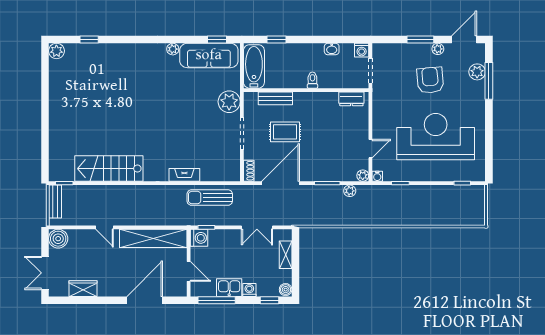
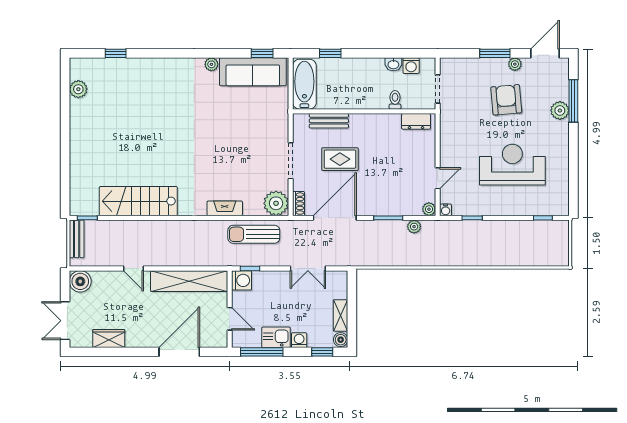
washing machine: (362, 50) -> (411, 66), moved
plant: (56, 51) -> (78, 89), moved
plant: (477, 72) -> (560, 111), moved
toilet: (312, 80) -> (395, 100), moved
plant: (229, 102) -> (276, 203), moved
reception desk: (436, 137) -> (512, 165), width x0.74, depth x0.77
shelving: (286, 255) -> (341, 315), moved

